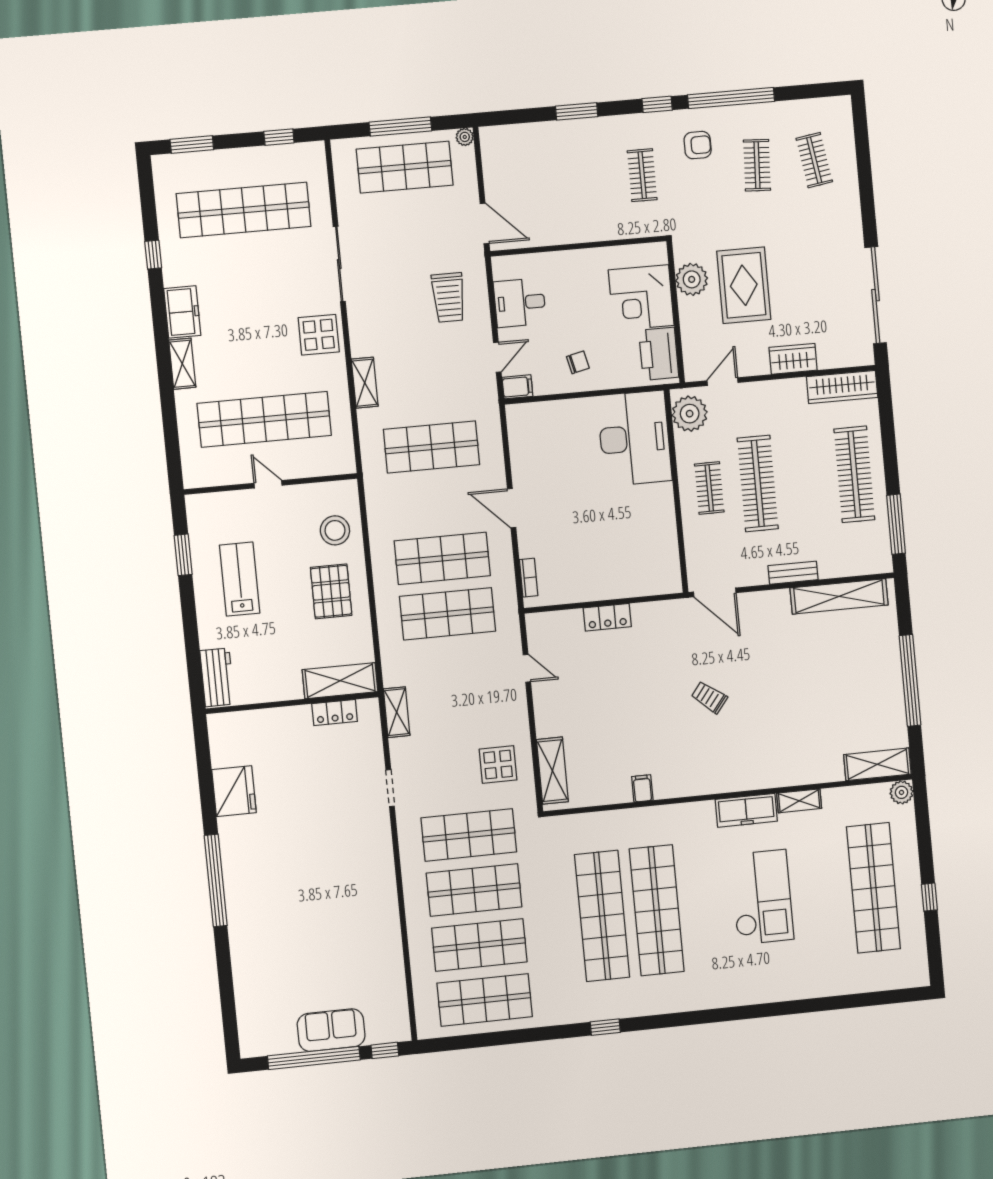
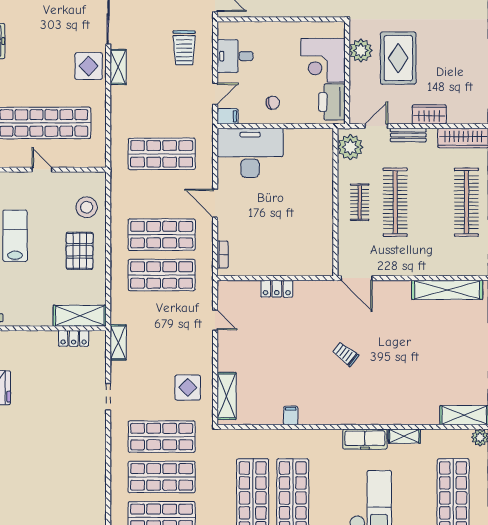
shelving: (365, 383) -> (118, 67), moved
desk: (634, 438) -> (250, 153), moved, turned -90
bench: (793, 573) -> (408, 135), moved

